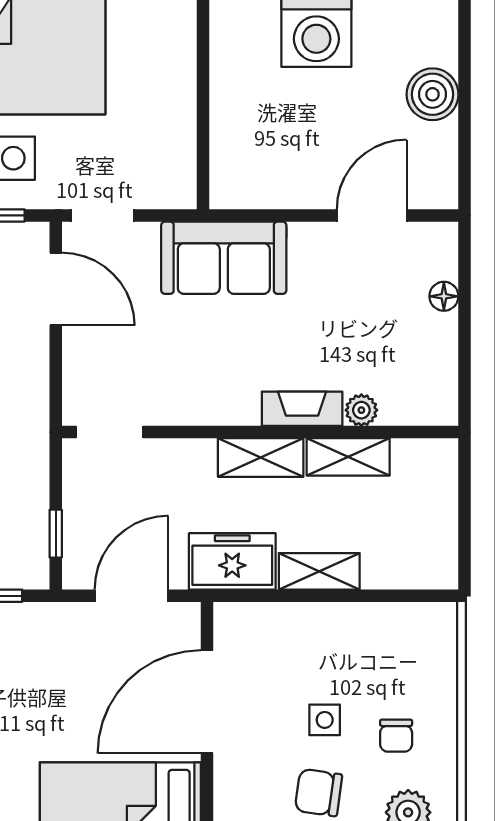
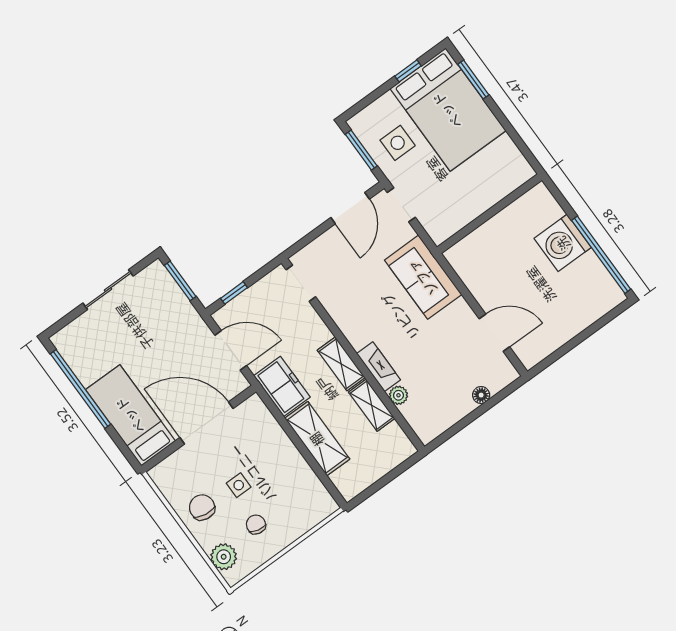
boiler: (433, 94) -> (573, 320), removed
shelving: (319, 571) -> (317, 439), width x1.50, depth x1.33
chair: (396, 736) -> (256, 524), turned 103

